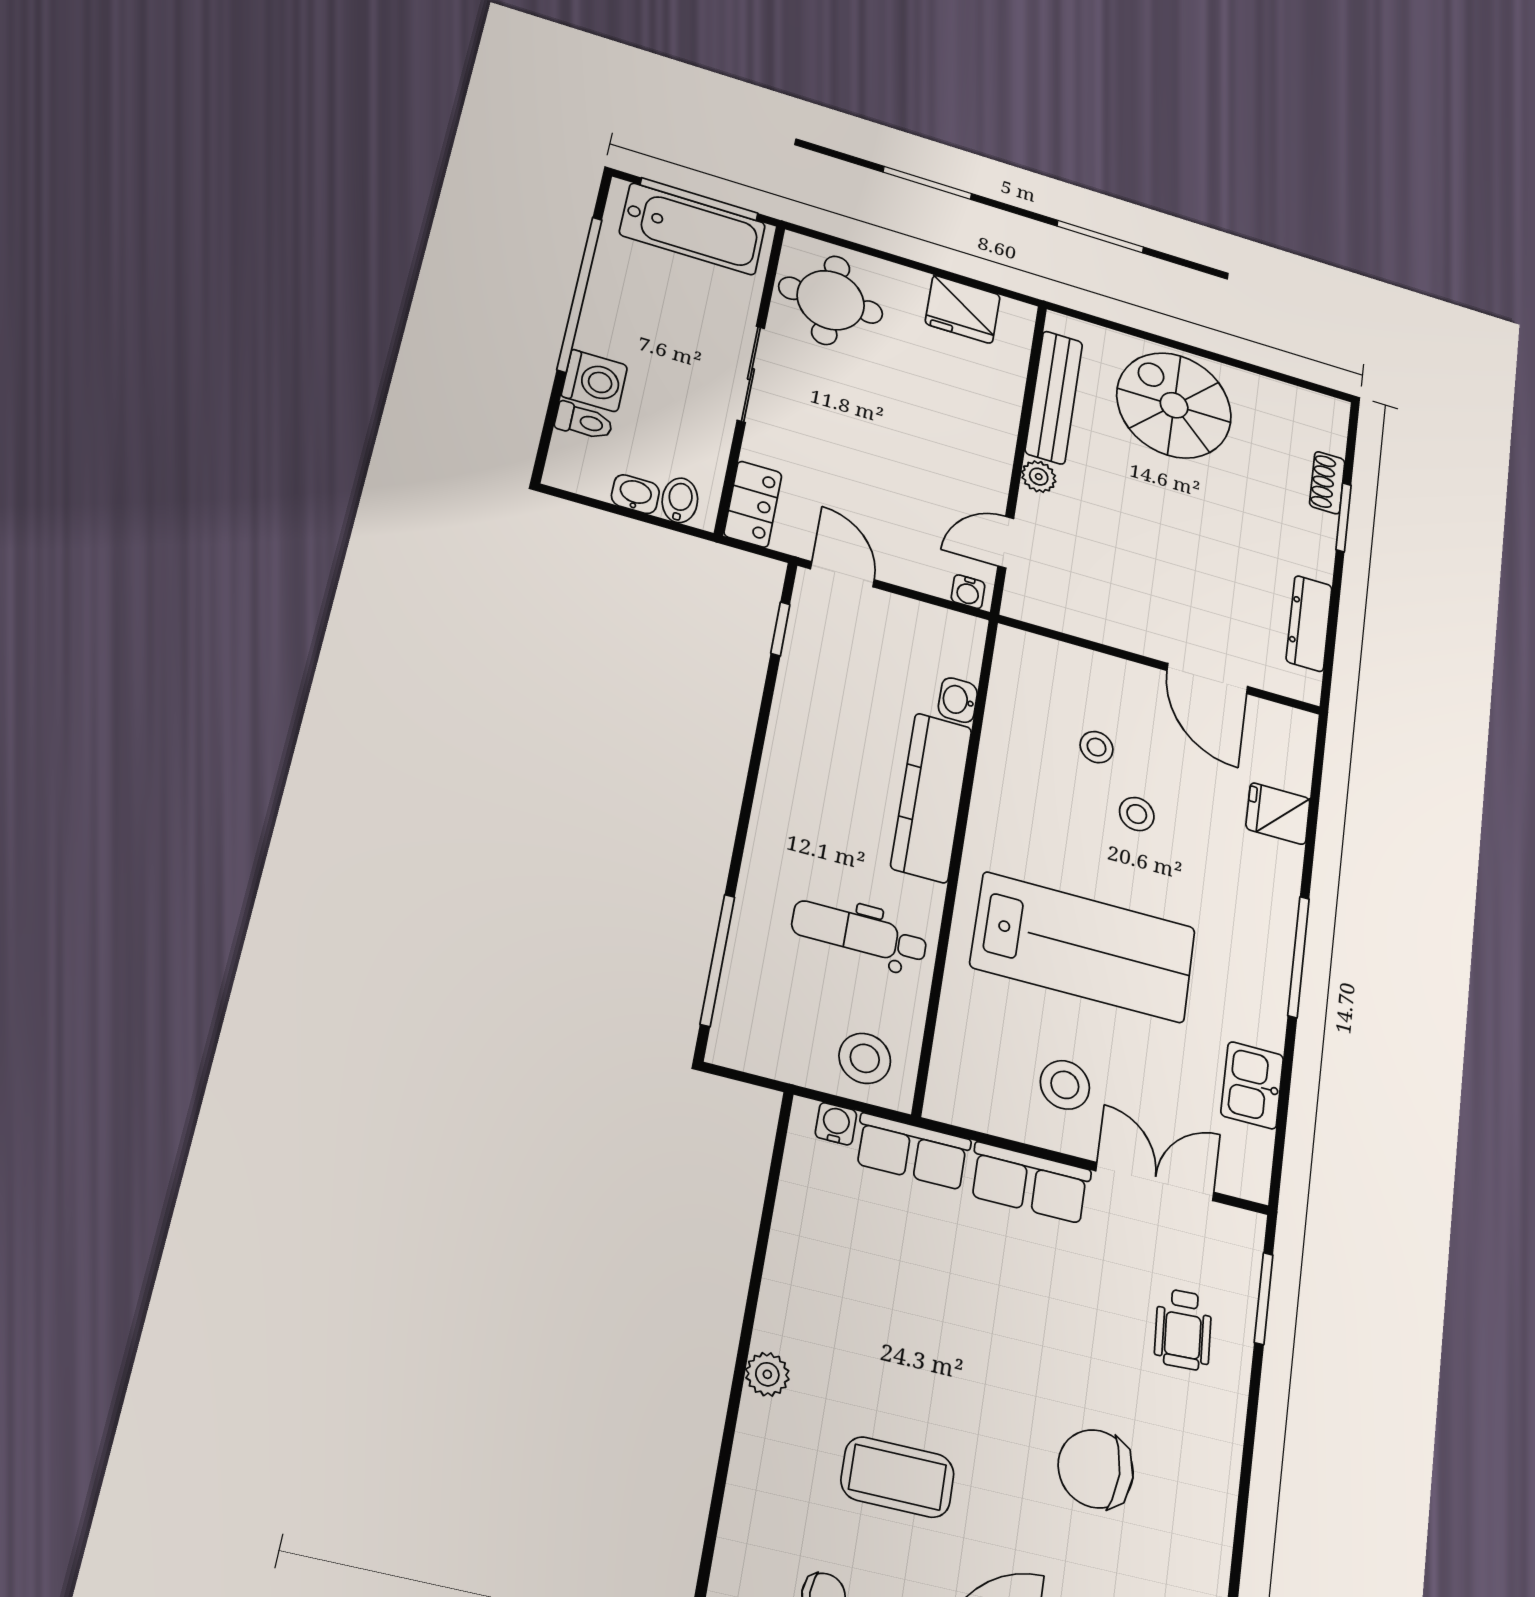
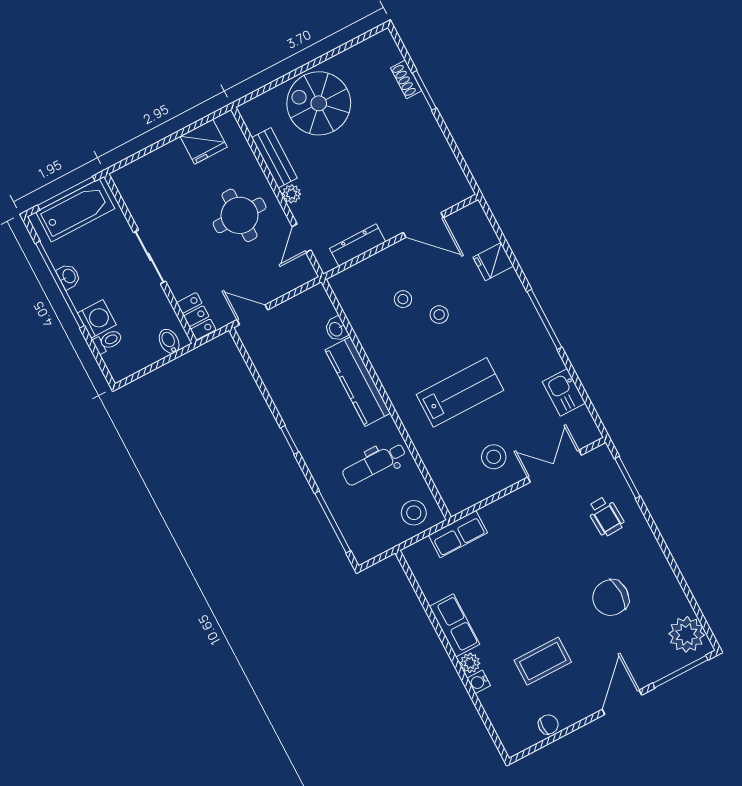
round table: (831, 300) -> (240, 215), moved
bench: (1054, 397) -> (274, 158), width x0.73
washbasin: (635, 494) -> (69, 276), moved, turned 90
water cooler: (968, 592) -> (304, 276), removed
dresser: (1309, 623) -> (358, 245), moved, turned 90
window: (780, 629) -> (290, 440), moved
lab bench: (1083, 947) -> (460, 392), width x0.73, depth x0.72
water cooler: (836, 1124) -> (479, 682), moved, turned -90
row of seats: (1030, 1183) -> (454, 625), moved, turned -90

